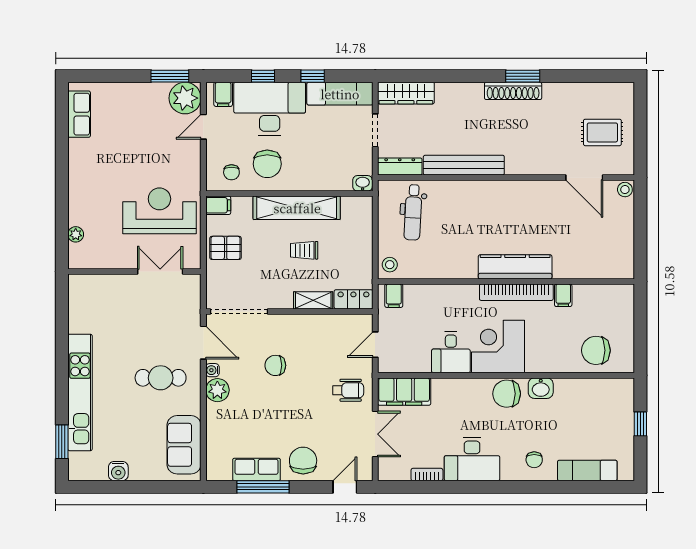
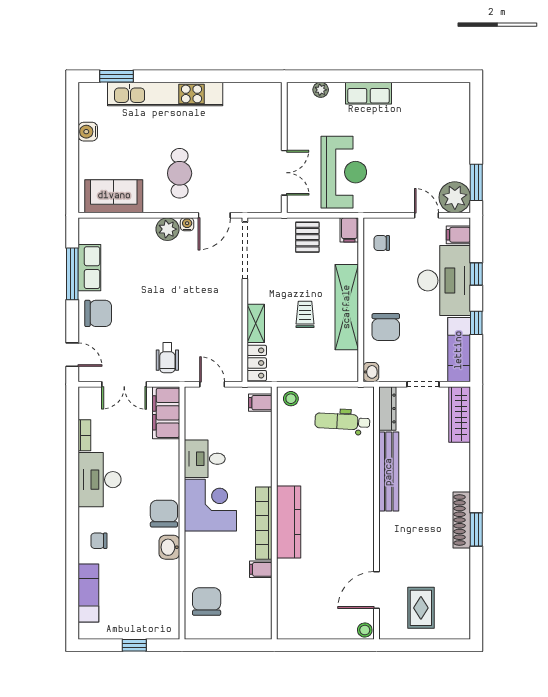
row of seats: (79, 114) -> (369, 93), moved
chair: (267, 164) -> (386, 327), moved, turned -90
chair: (275, 365) -> (192, 286), removed

